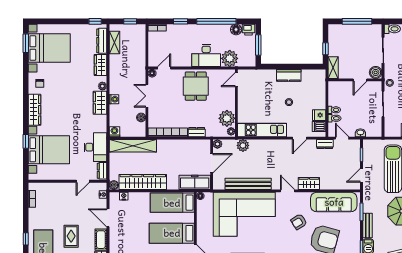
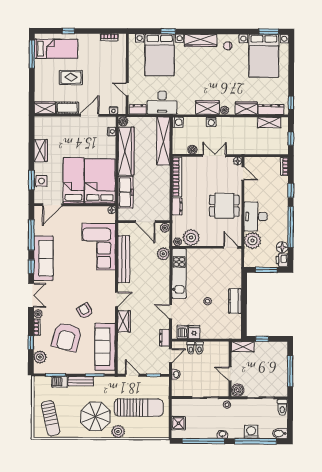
freezer: (195, 182) -> (126, 192), moved
bed: (172, 203) -> (100, 181), width x1.50
corner sofa: (244, 214) -> (99, 247), width x0.73, depth x0.74

